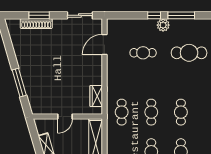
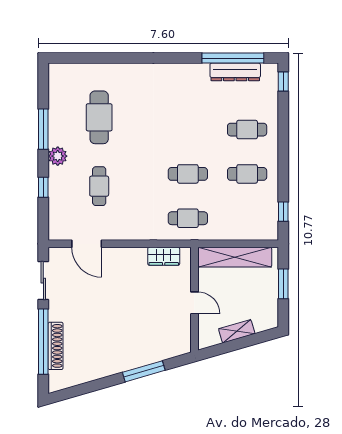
window: (39, 15) -> (43, 342), width x2.11
window: (154, 15) -> (43, 187), moved
cafe table: (181, 112) -> (188, 130), removed

